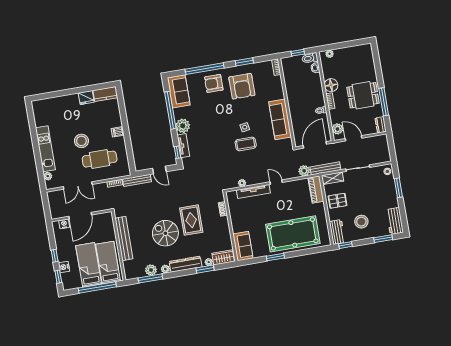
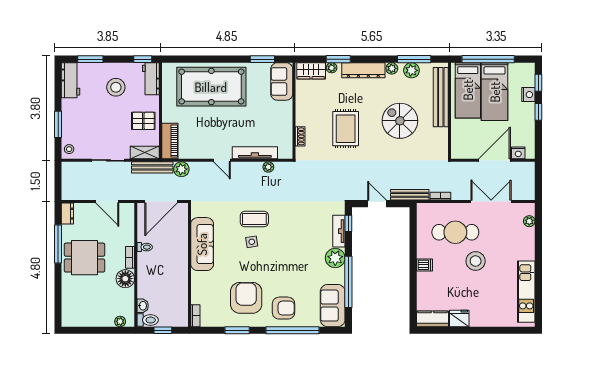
plant: (337, 129) -> (127, 218), removed
kitchen unit: (45, 149) -> (526, 292), moved
spiral stairs: (165, 233) -> (400, 121), moved, turned 180
bench: (124, 239) -> (441, 97), moved
window: (275, 257) -> (262, 59), moved

